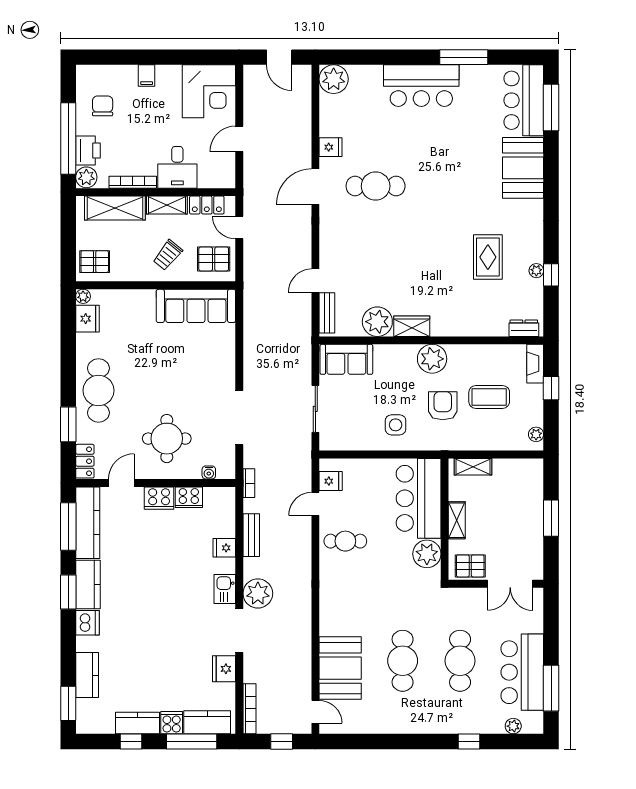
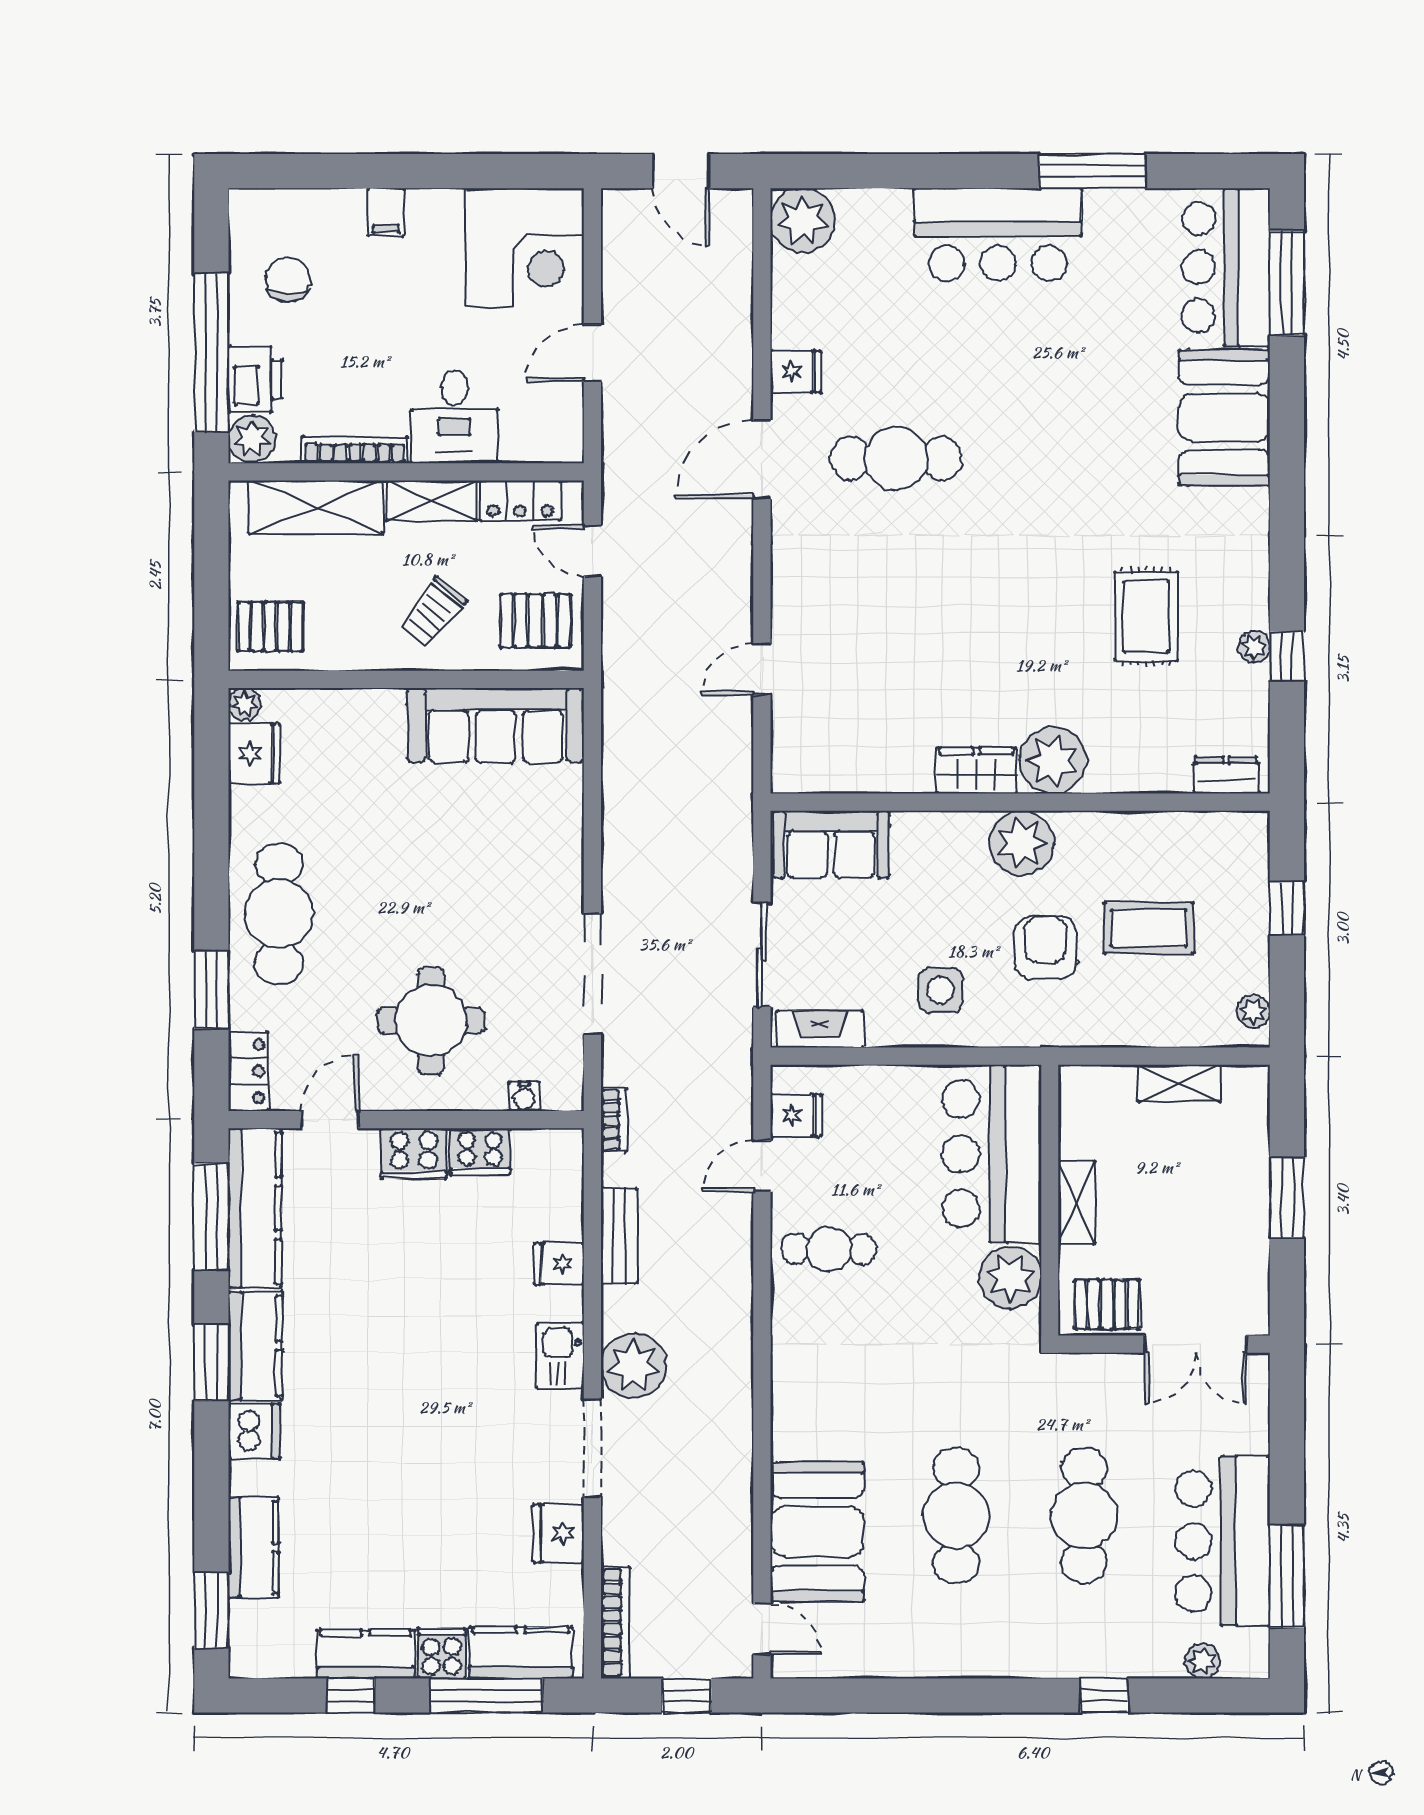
bench: (327, 313) -> (788, 741), removed
plant: (377, 322) -> (1053, 760), moved
fireplace: (535, 364) -> (820, 1029), moved, turned 90
shelving: (473, 467) -> (1179, 1083), moved

